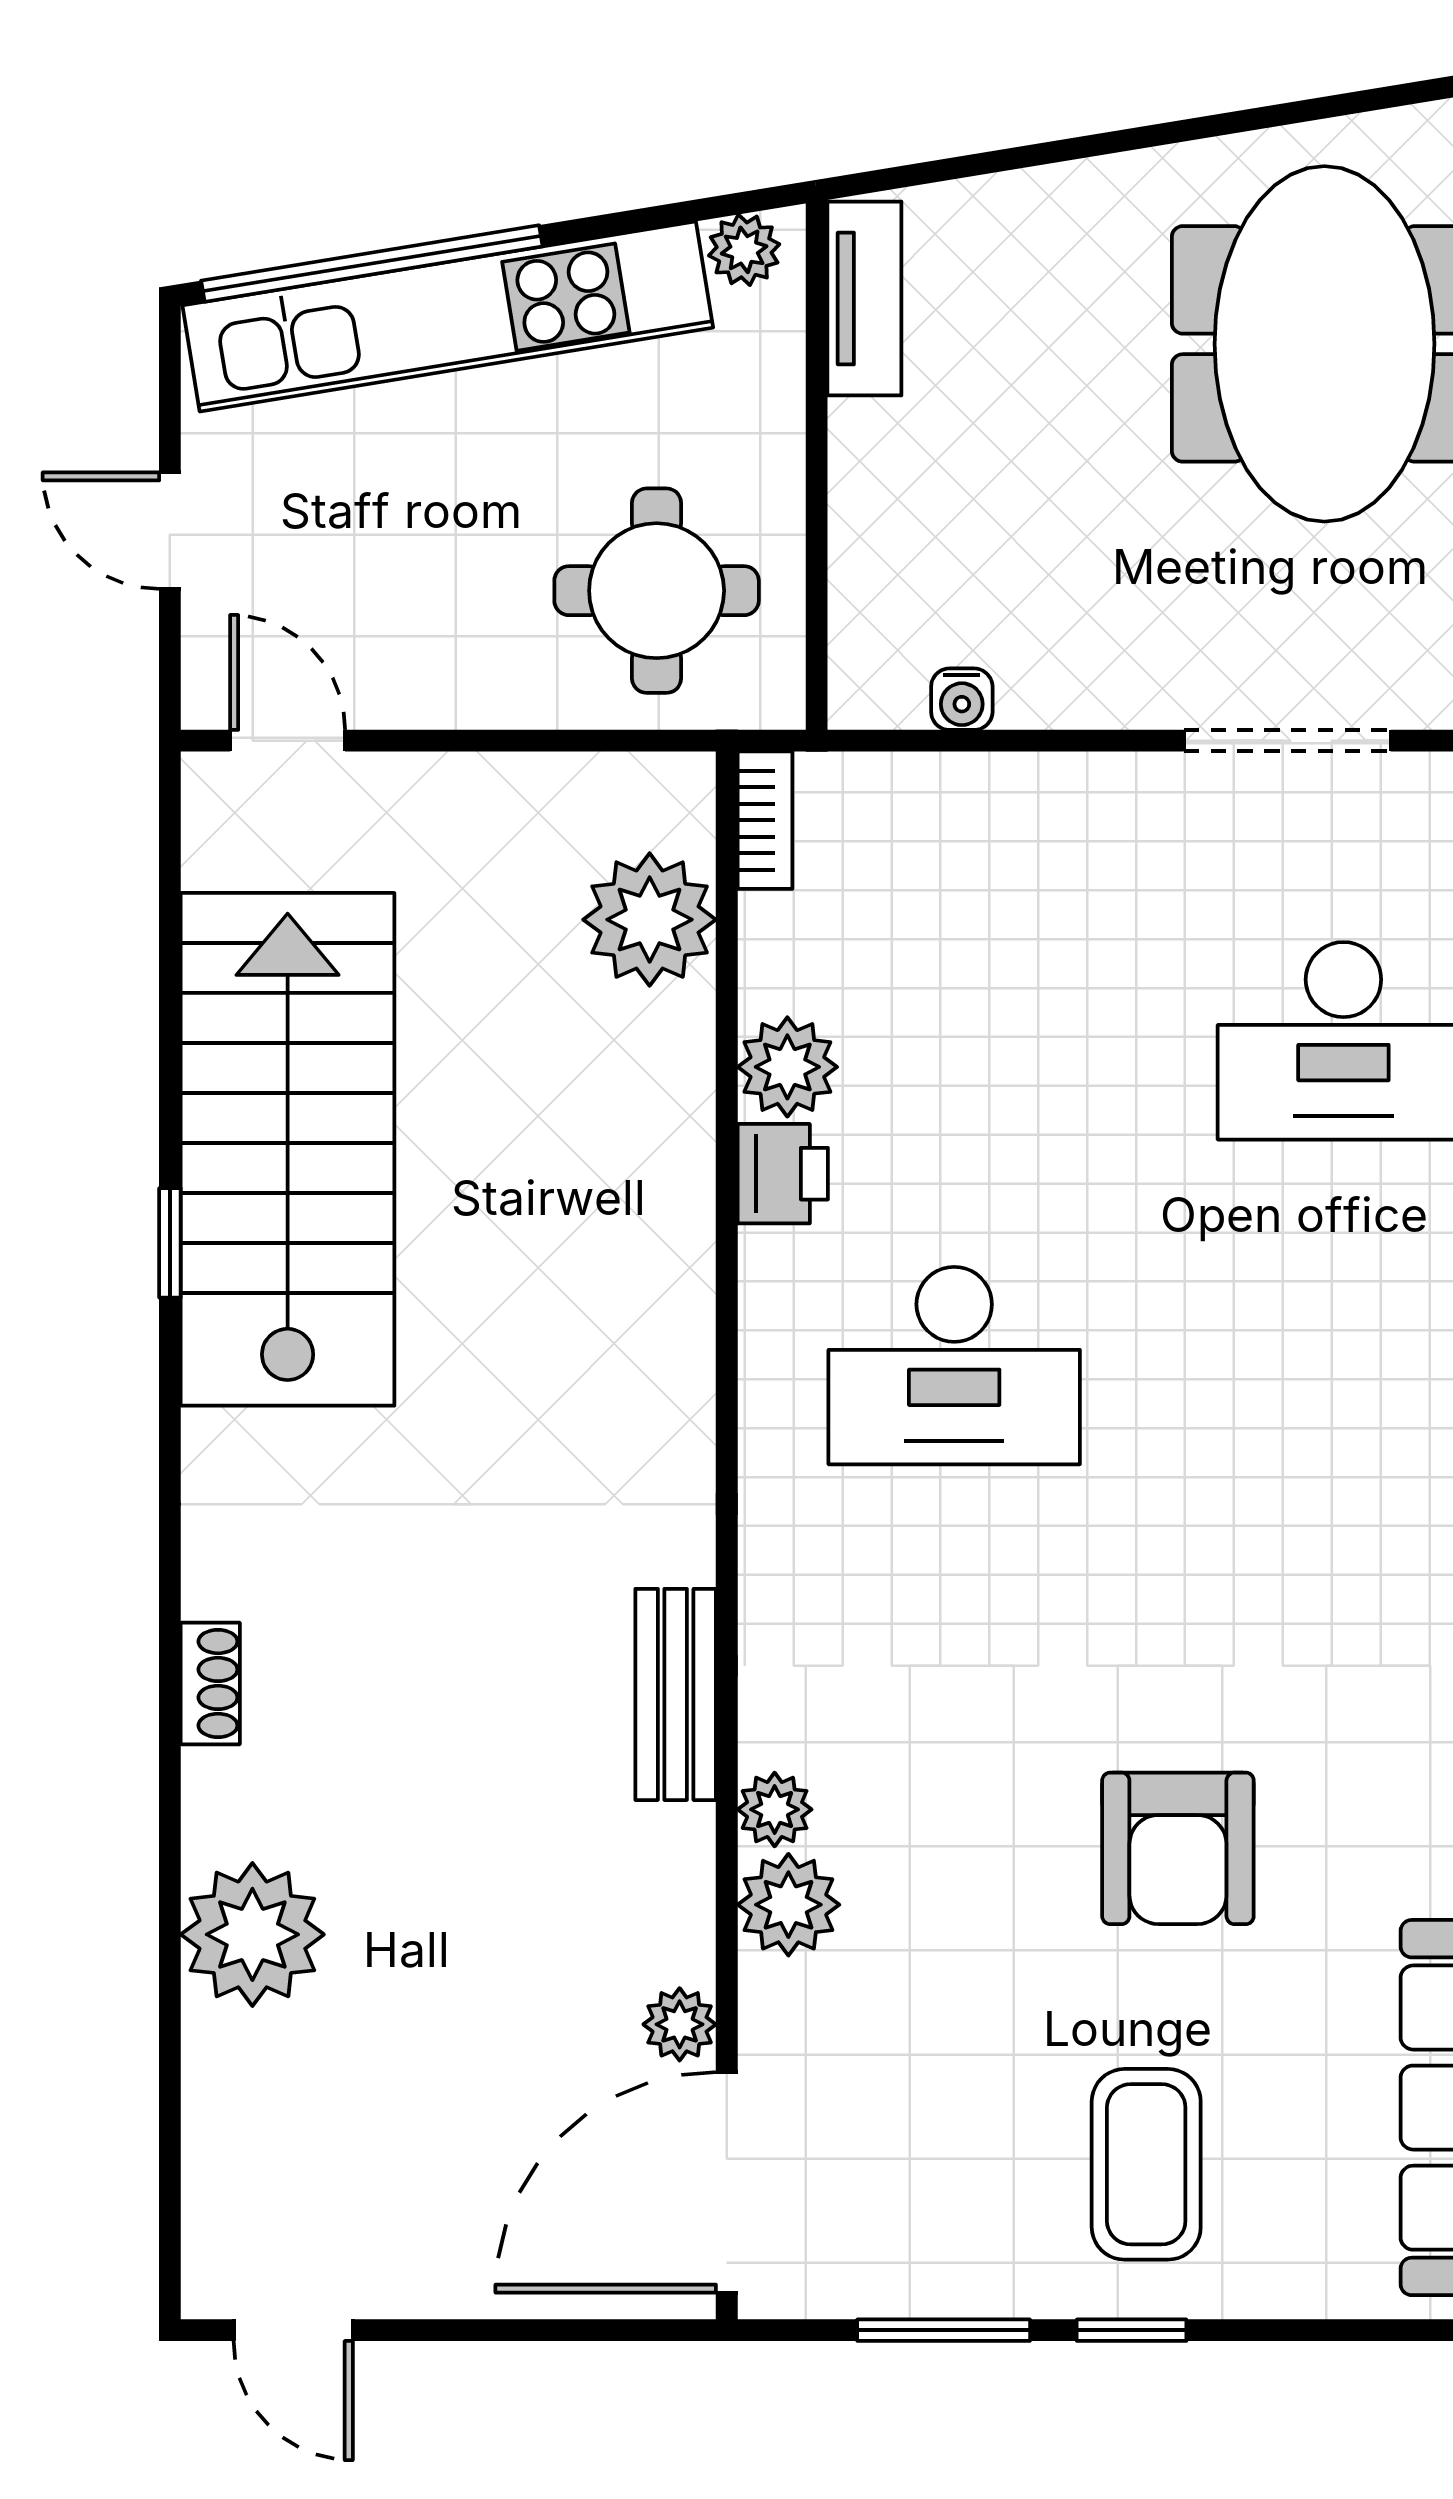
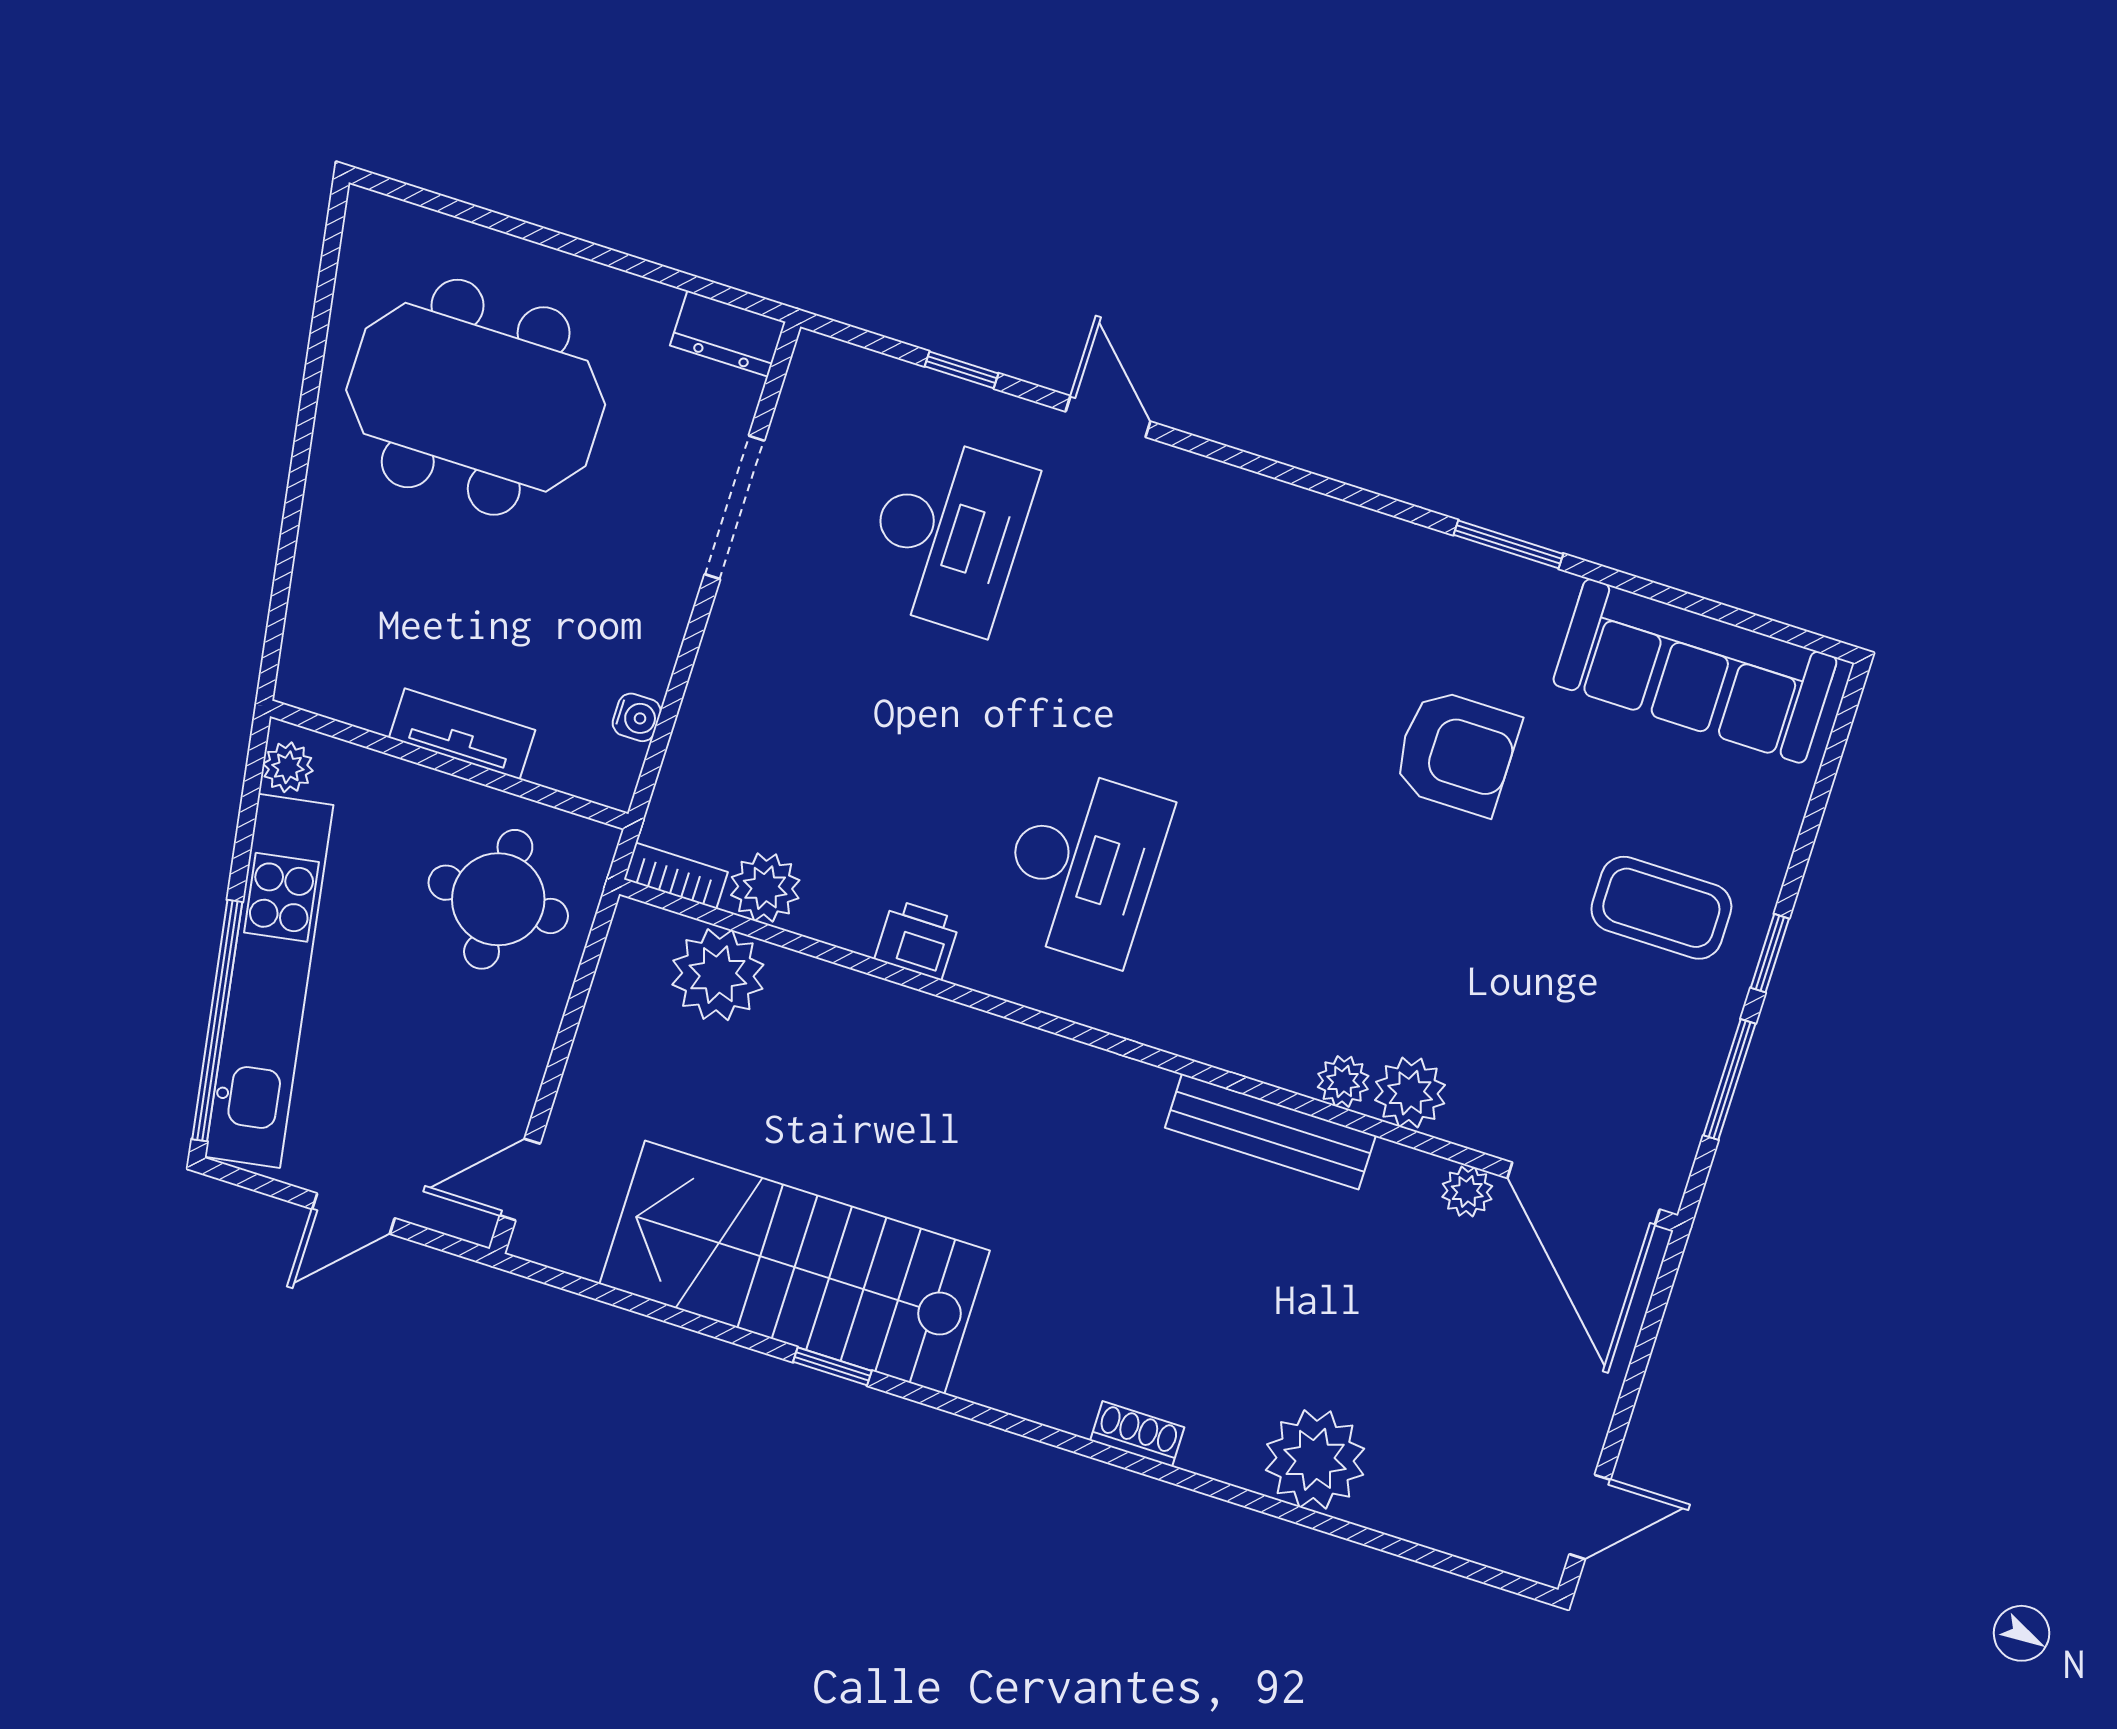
tv unit: (864, 298) -> (462, 734), moved
plant: (787, 1067) -> (765, 888), moved
bench: (676, 1694) -> (1270, 1132), width x1.36
armchair: (1178, 1848) -> (1456, 752), moved

